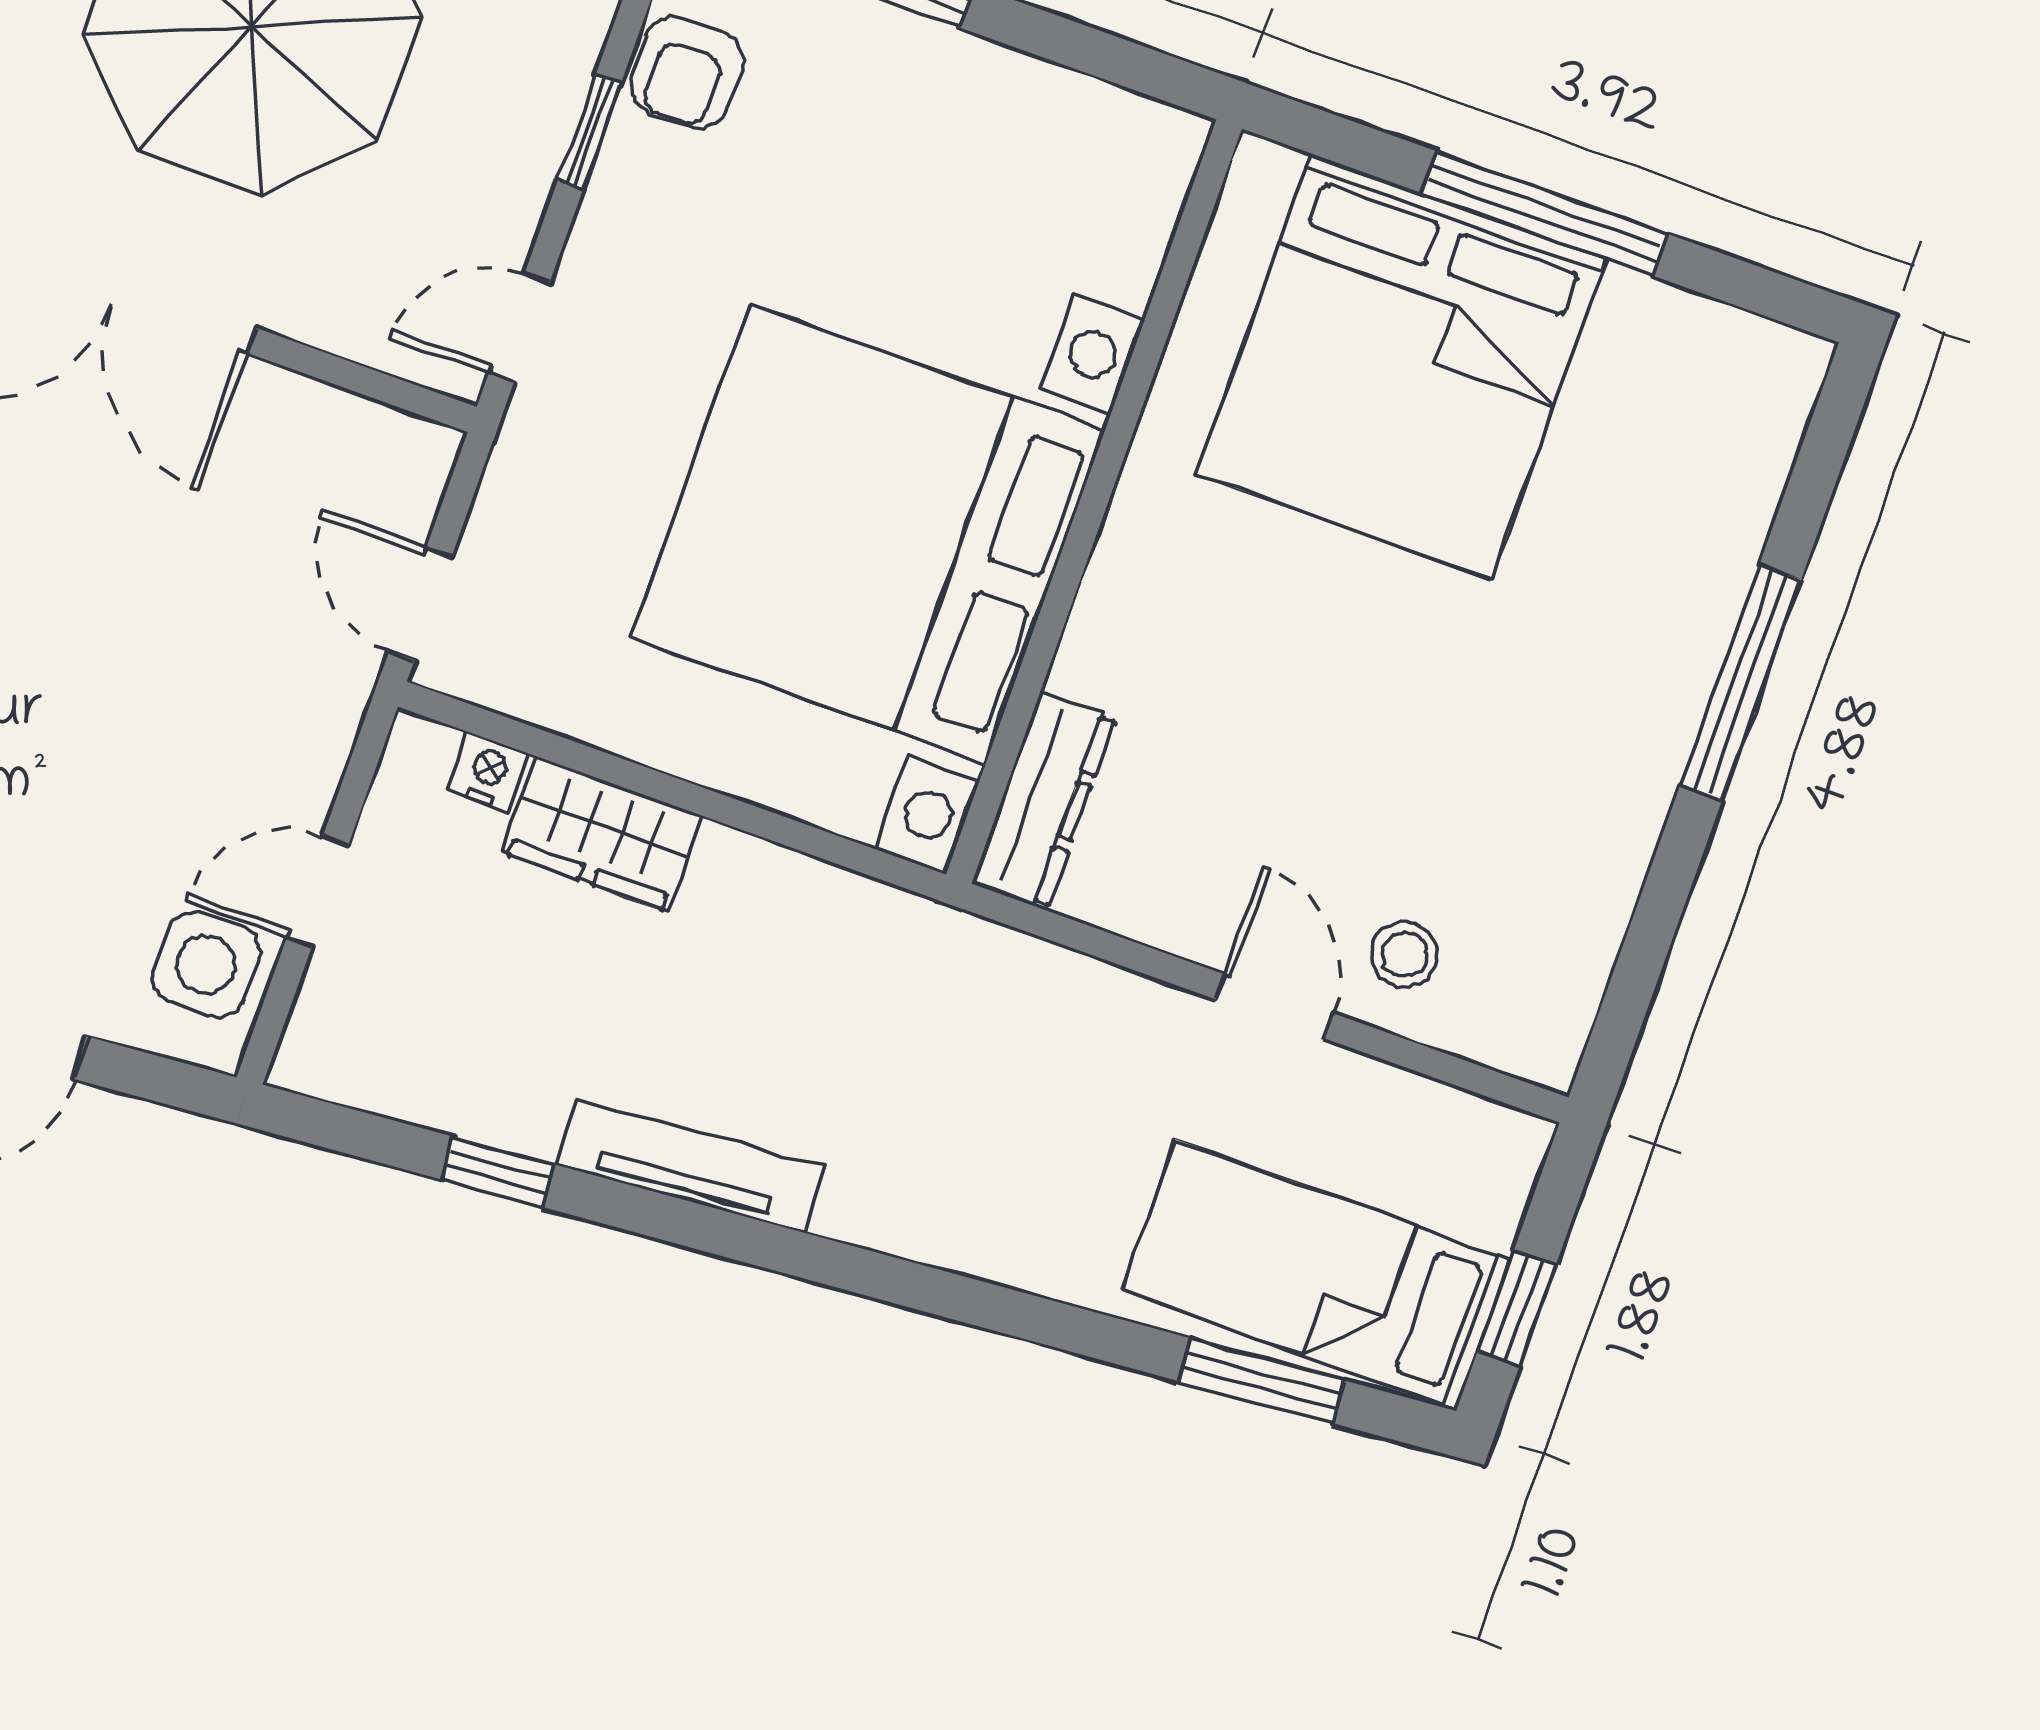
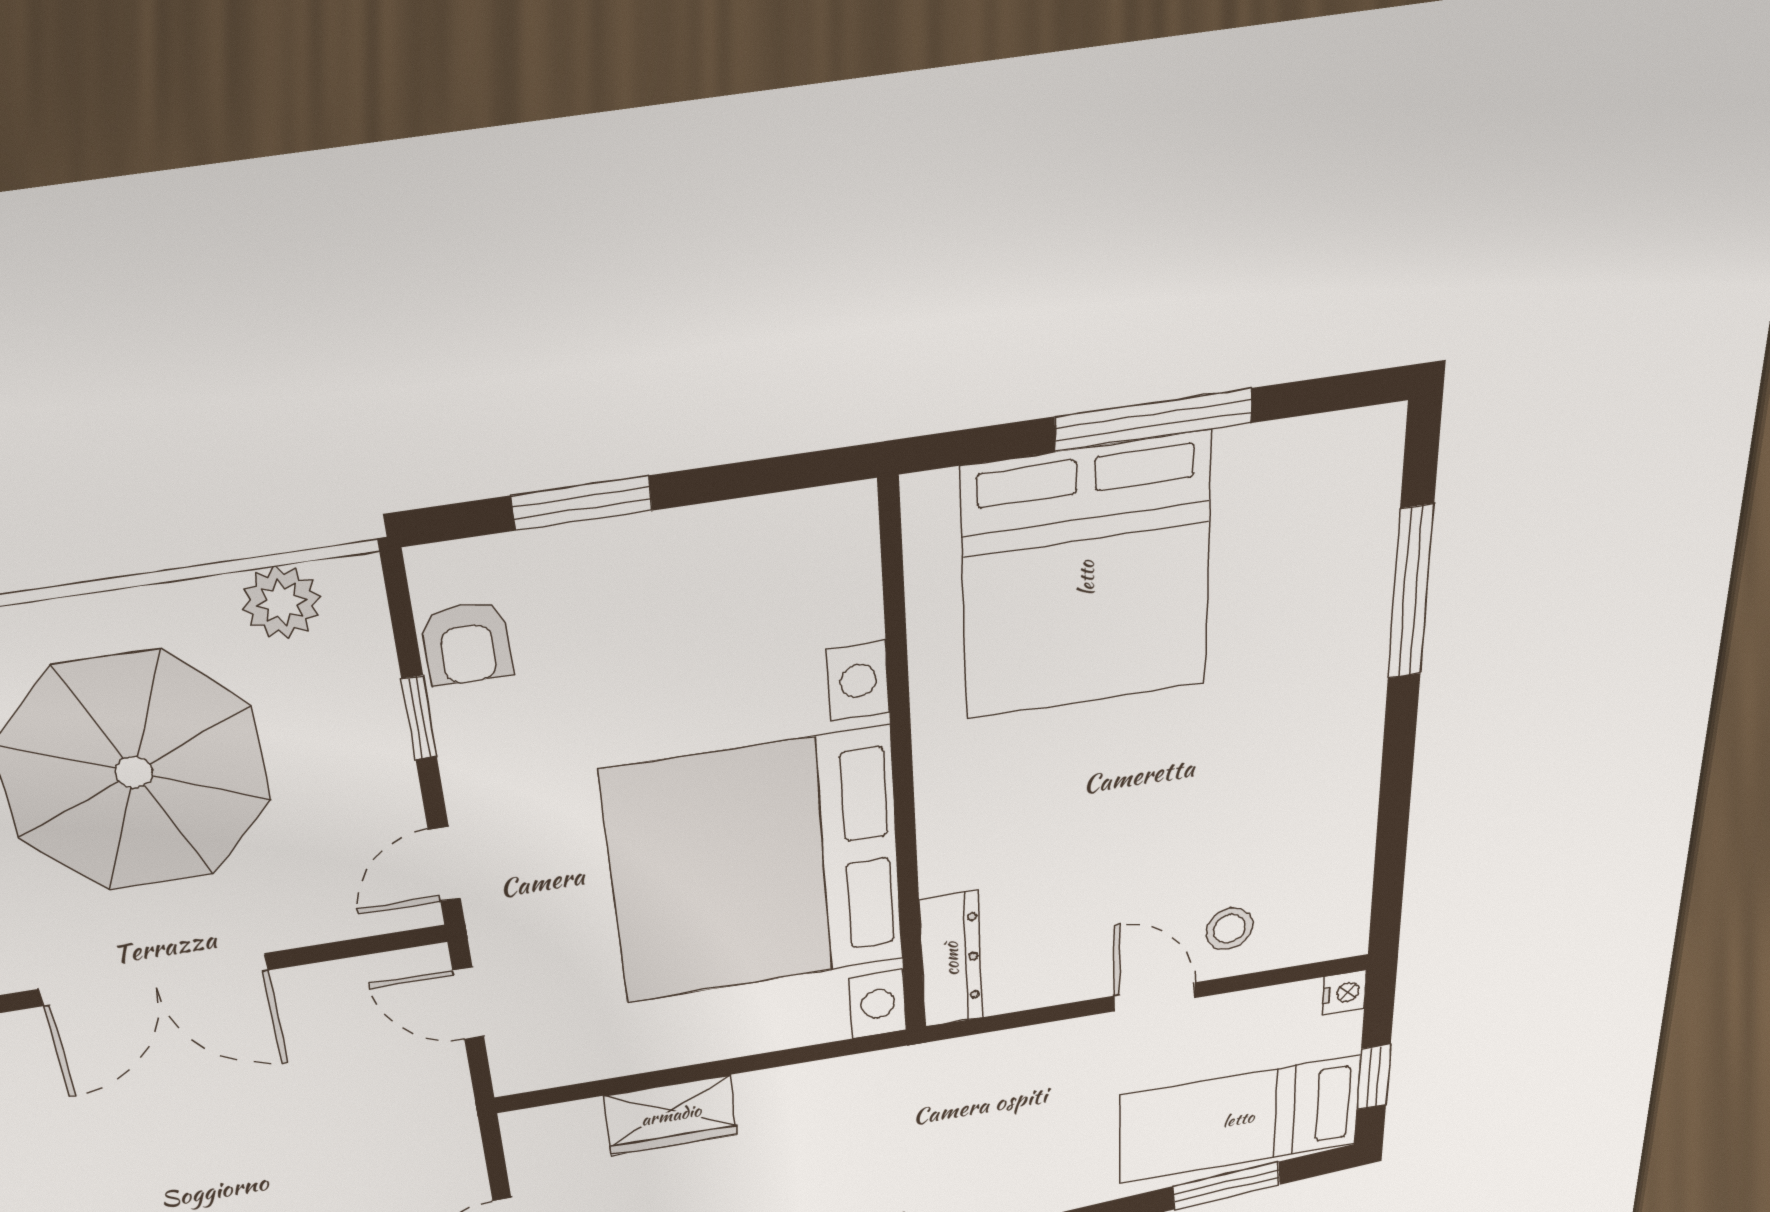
door: (420, 604) -> (468, 1003), moved
window: (1741, 683) -> (1411, 592), moved
nightstand: (489, 772) -> (1345, 993), moved, turned 90

